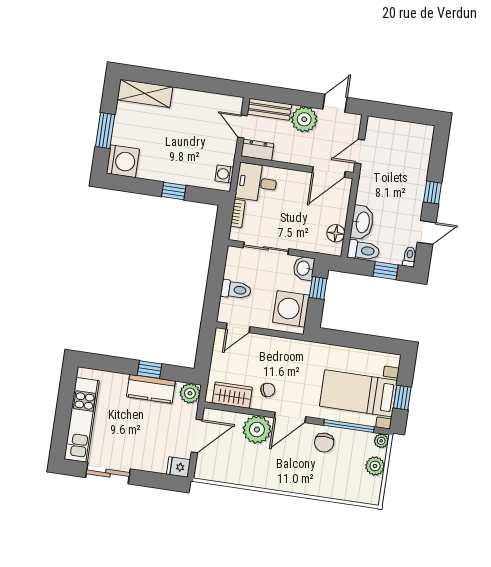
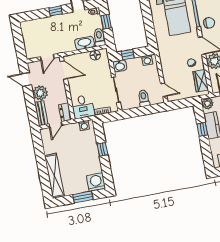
shelving: (145, 93) -> (54, 176), width x1.47
door: (360, 152) -> (47, 57), hinge flipped
washing machine: (291, 309) -> (147, 60), width x0.53, depth x0.53

